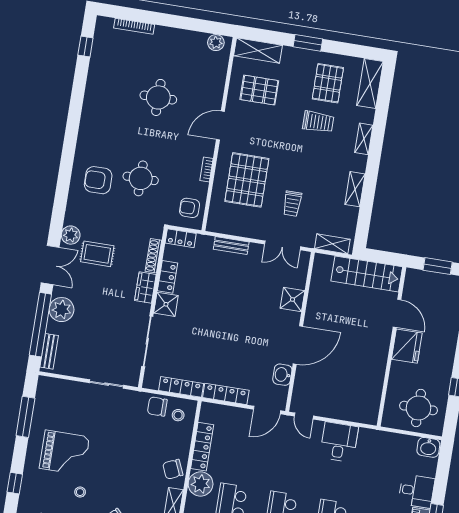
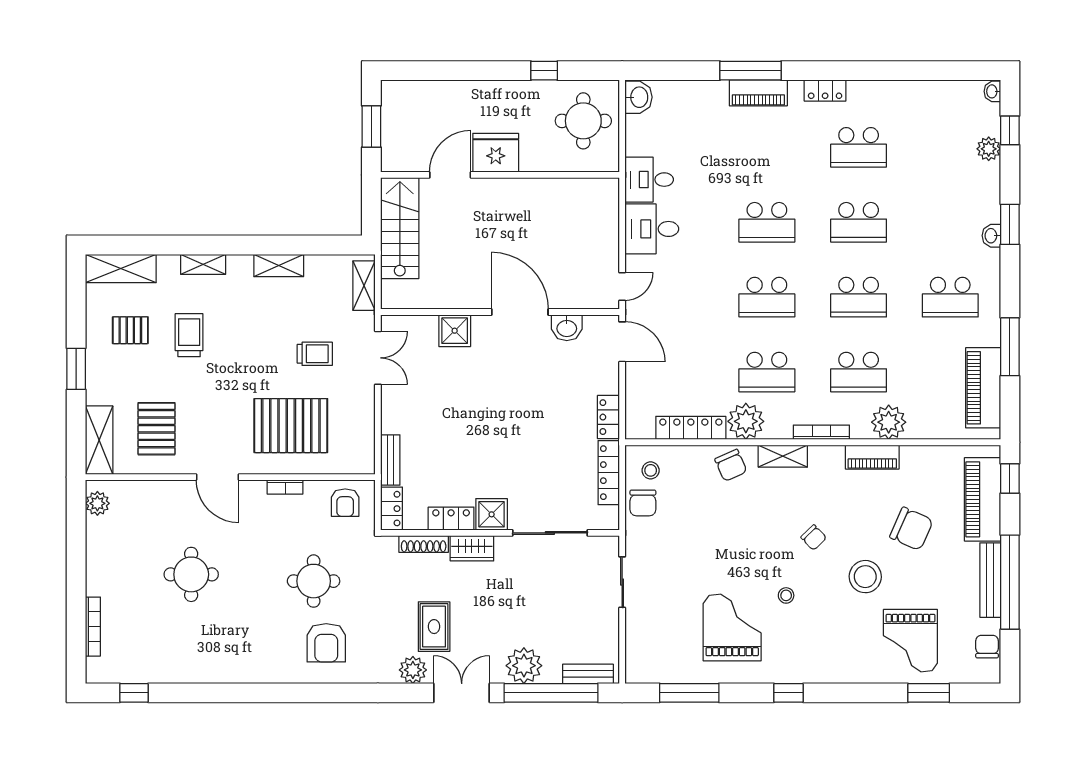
pallet: (328, 83) -> (130, 330), width x0.67, depth x0.71
bench: (231, 246) -> (390, 460), moved
locker: (226, 394) -> (608, 417), width x0.66
desk: (416, 491) -> (649, 180), moved, turned -90

